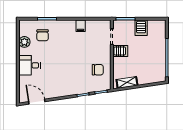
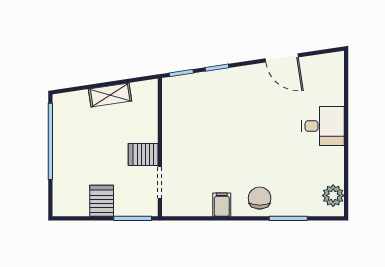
chair: (43, 35) -> (260, 198), moved
plant: (24, 42) -> (333, 196), moved
chair: (98, 70) -> (188, 117), removed
shelving: (127, 82) -> (110, 95), moved
door: (37, 102) -> (282, 58), moved

